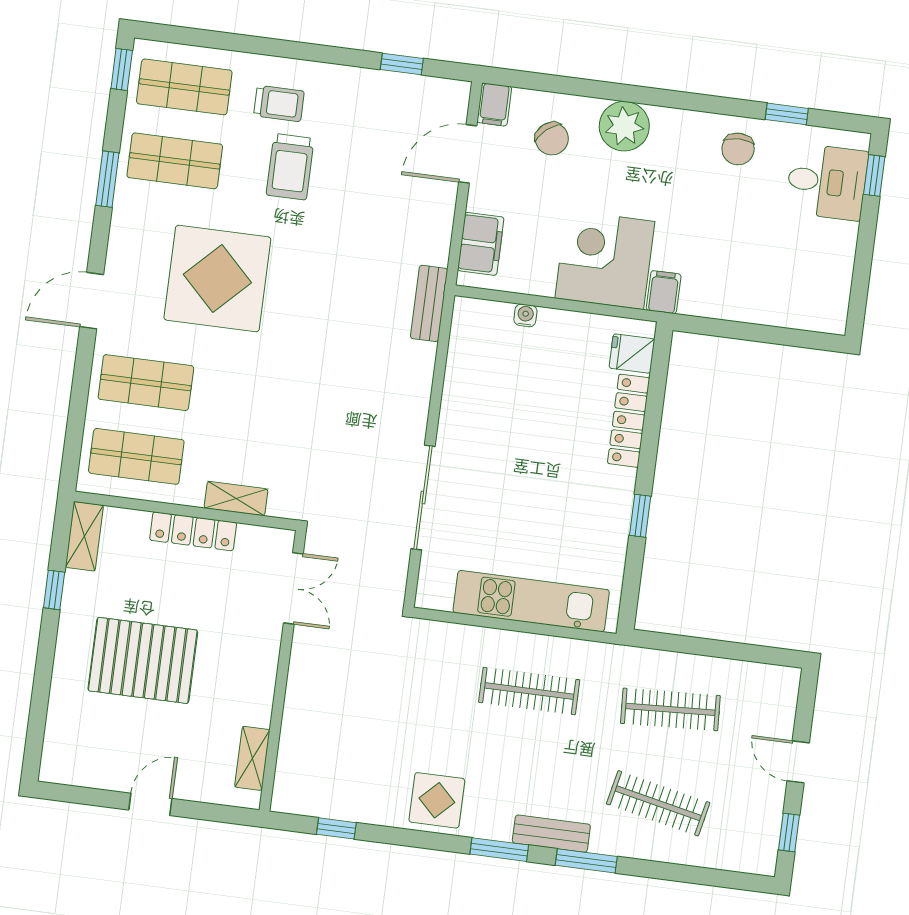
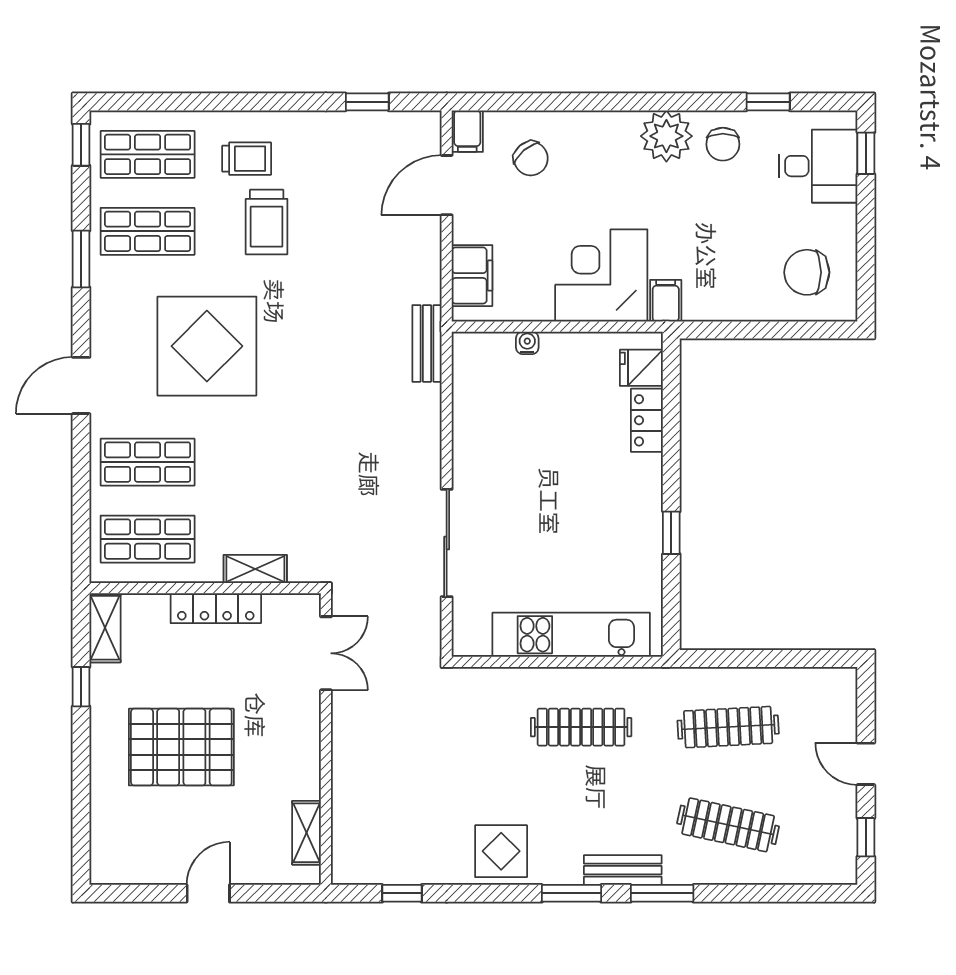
plant: (624, 126) -> (666, 136), moved
chair: (803, 282) -> (807, 272), added
locker: (629, 421) -> (647, 420), width x0.66

